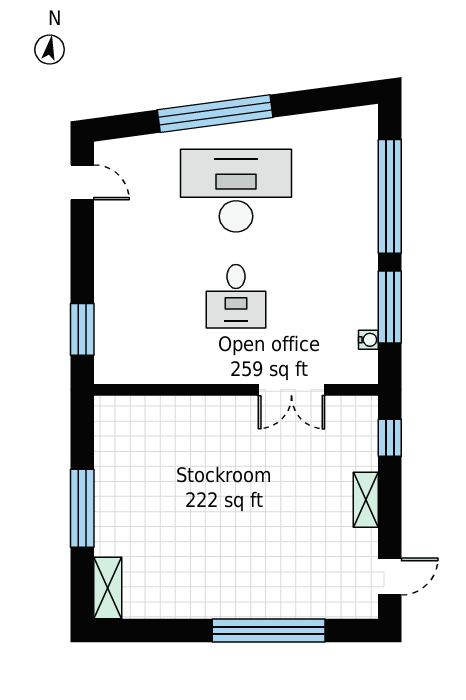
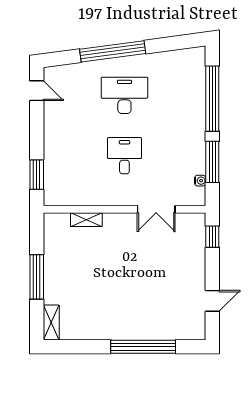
desk: (236, 191) -> (124, 95), width x0.73, depth x0.77
desk: (236, 296) -> (124, 156), turned 180
shelving: (366, 500) -> (86, 220), moved, turned 90
door: (390, 577) -> (212, 301), moved

